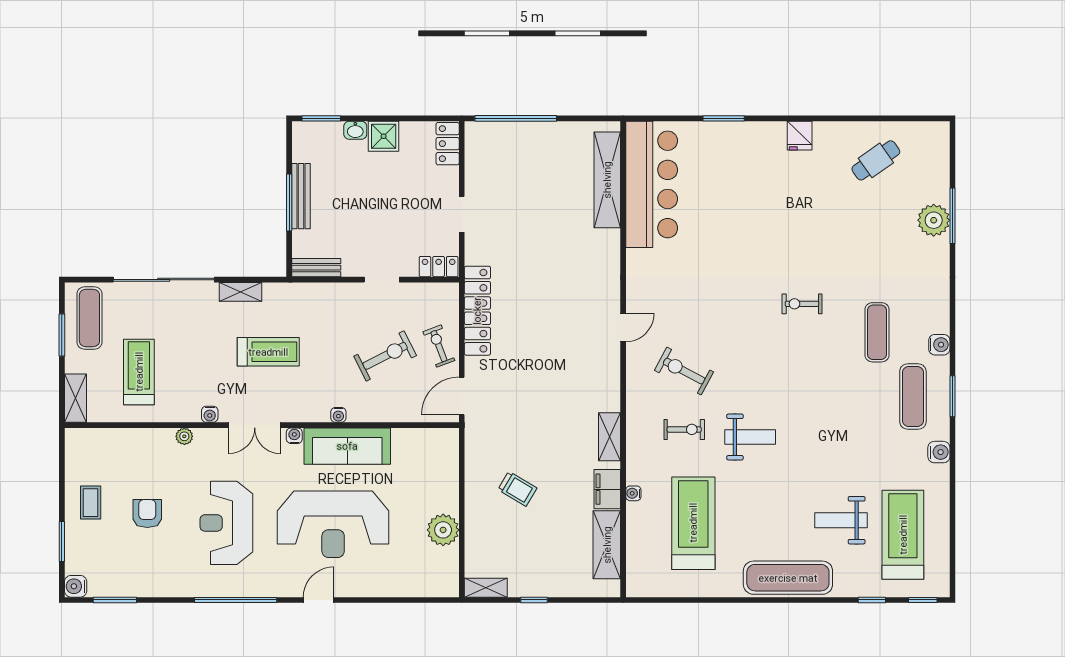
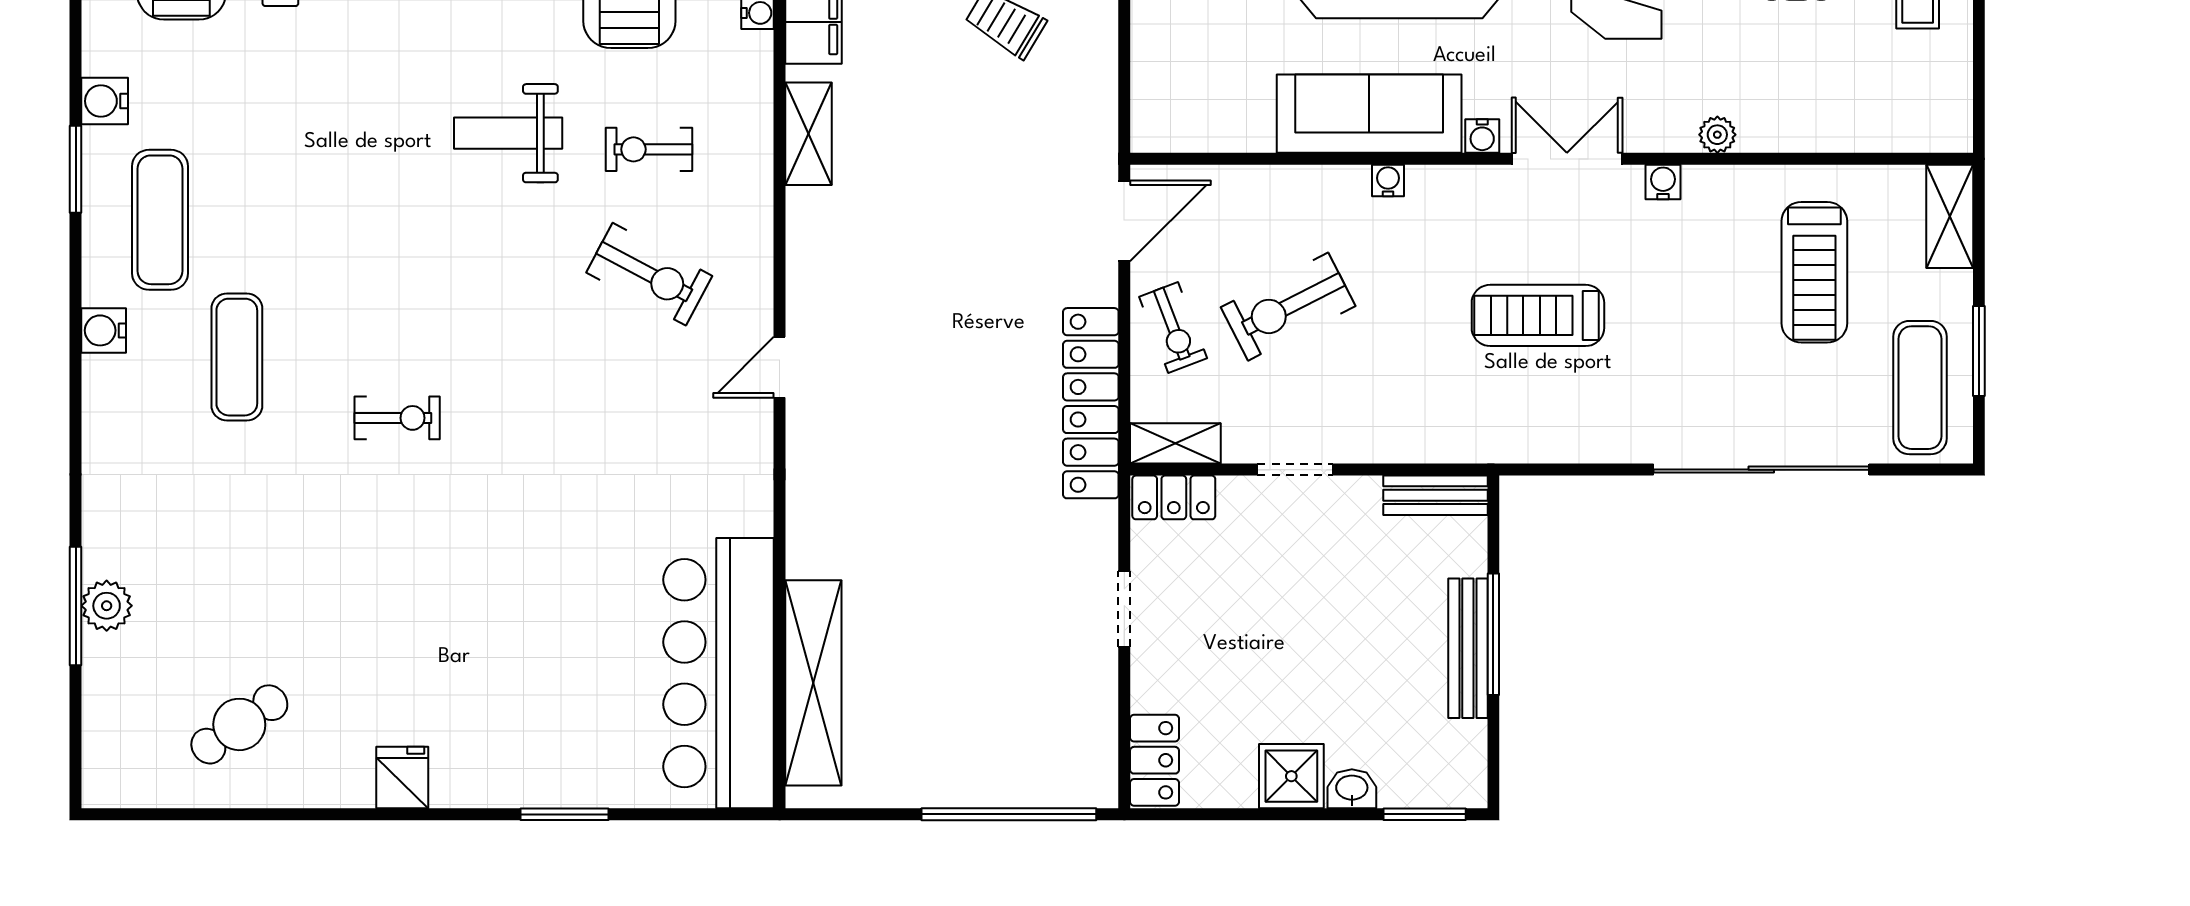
plant: (934, 220) -> (107, 606), width x0.73, depth x0.73
shelving: (240, 292) -> (1175, 443), moved
window: (952, 396) -> (76, 169), moved

